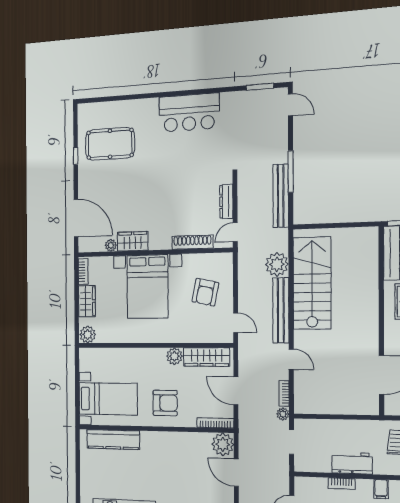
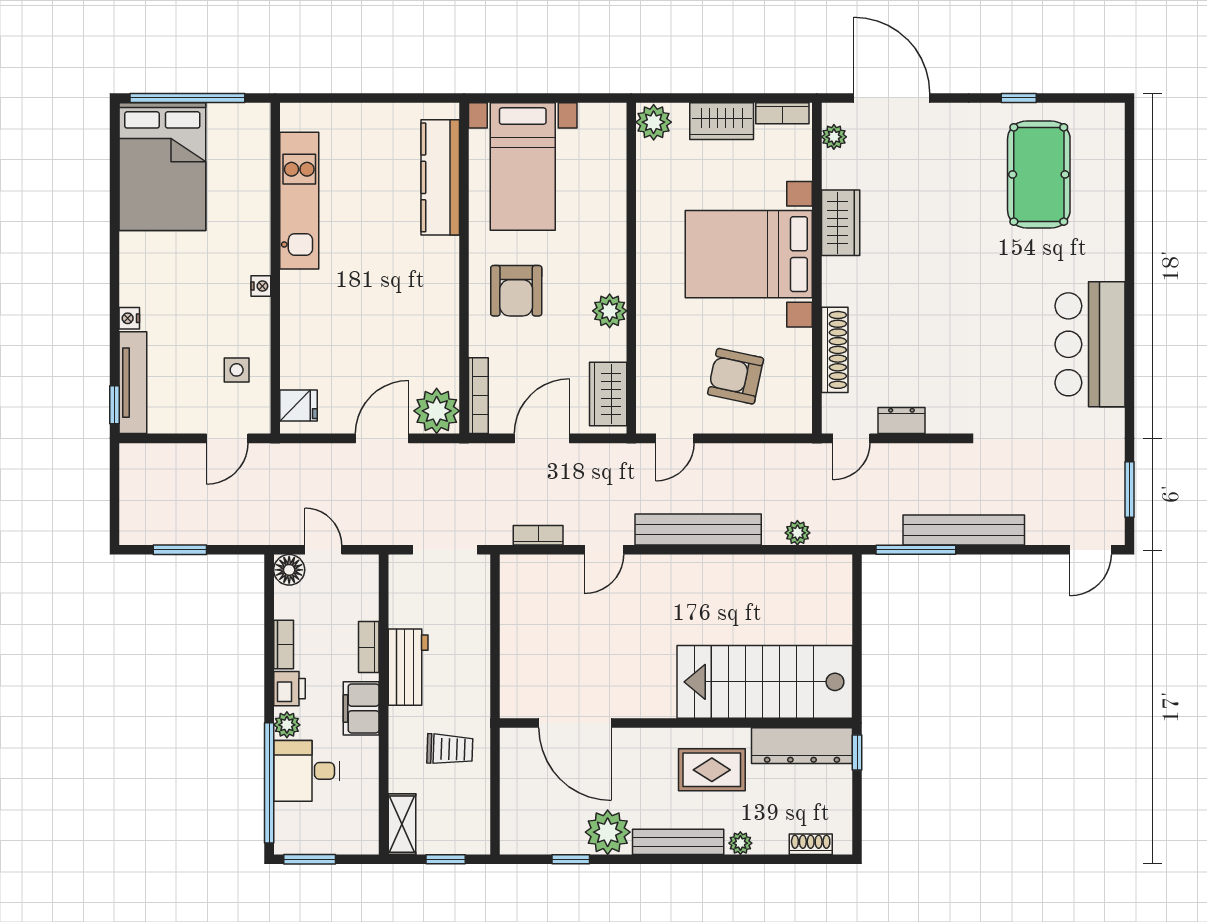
window: (291, 172) -> (916, 550), moved
bench: (281, 196) -> (964, 530), moved
dresser: (226, 202) -> (901, 421), width x0.70
door: (76, 218) -> (892, 98), swing flipped
door: (235, 232) -> (851, 438), swing flipped
plant: (111, 245) -> (834, 137), moved
plant: (277, 264) -> (797, 533), width x0.53, depth x0.53
stairs: (312, 283) -> (765, 682), moved, turned 180
wardrobe: (206, 357) -> (608, 394), width x0.67
plant: (283, 414) -> (499, 533), removed
doorway: (292, 442) -> (445, 550), width x1.38
filing cabinet: (381, 489) -> (361, 708), width x2.00

